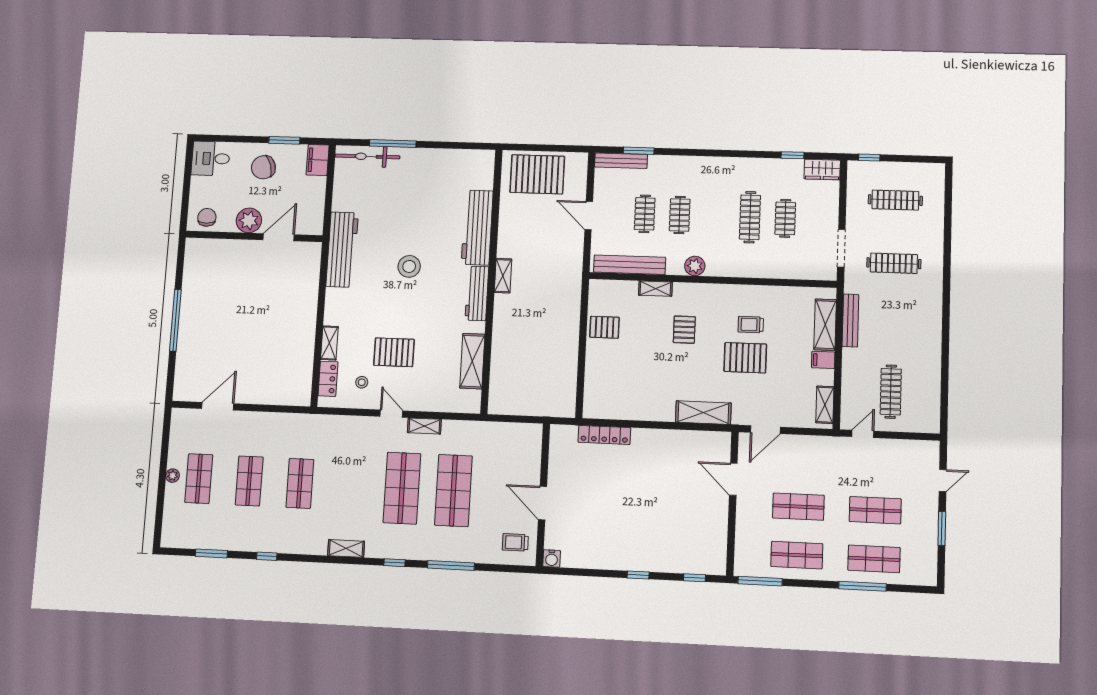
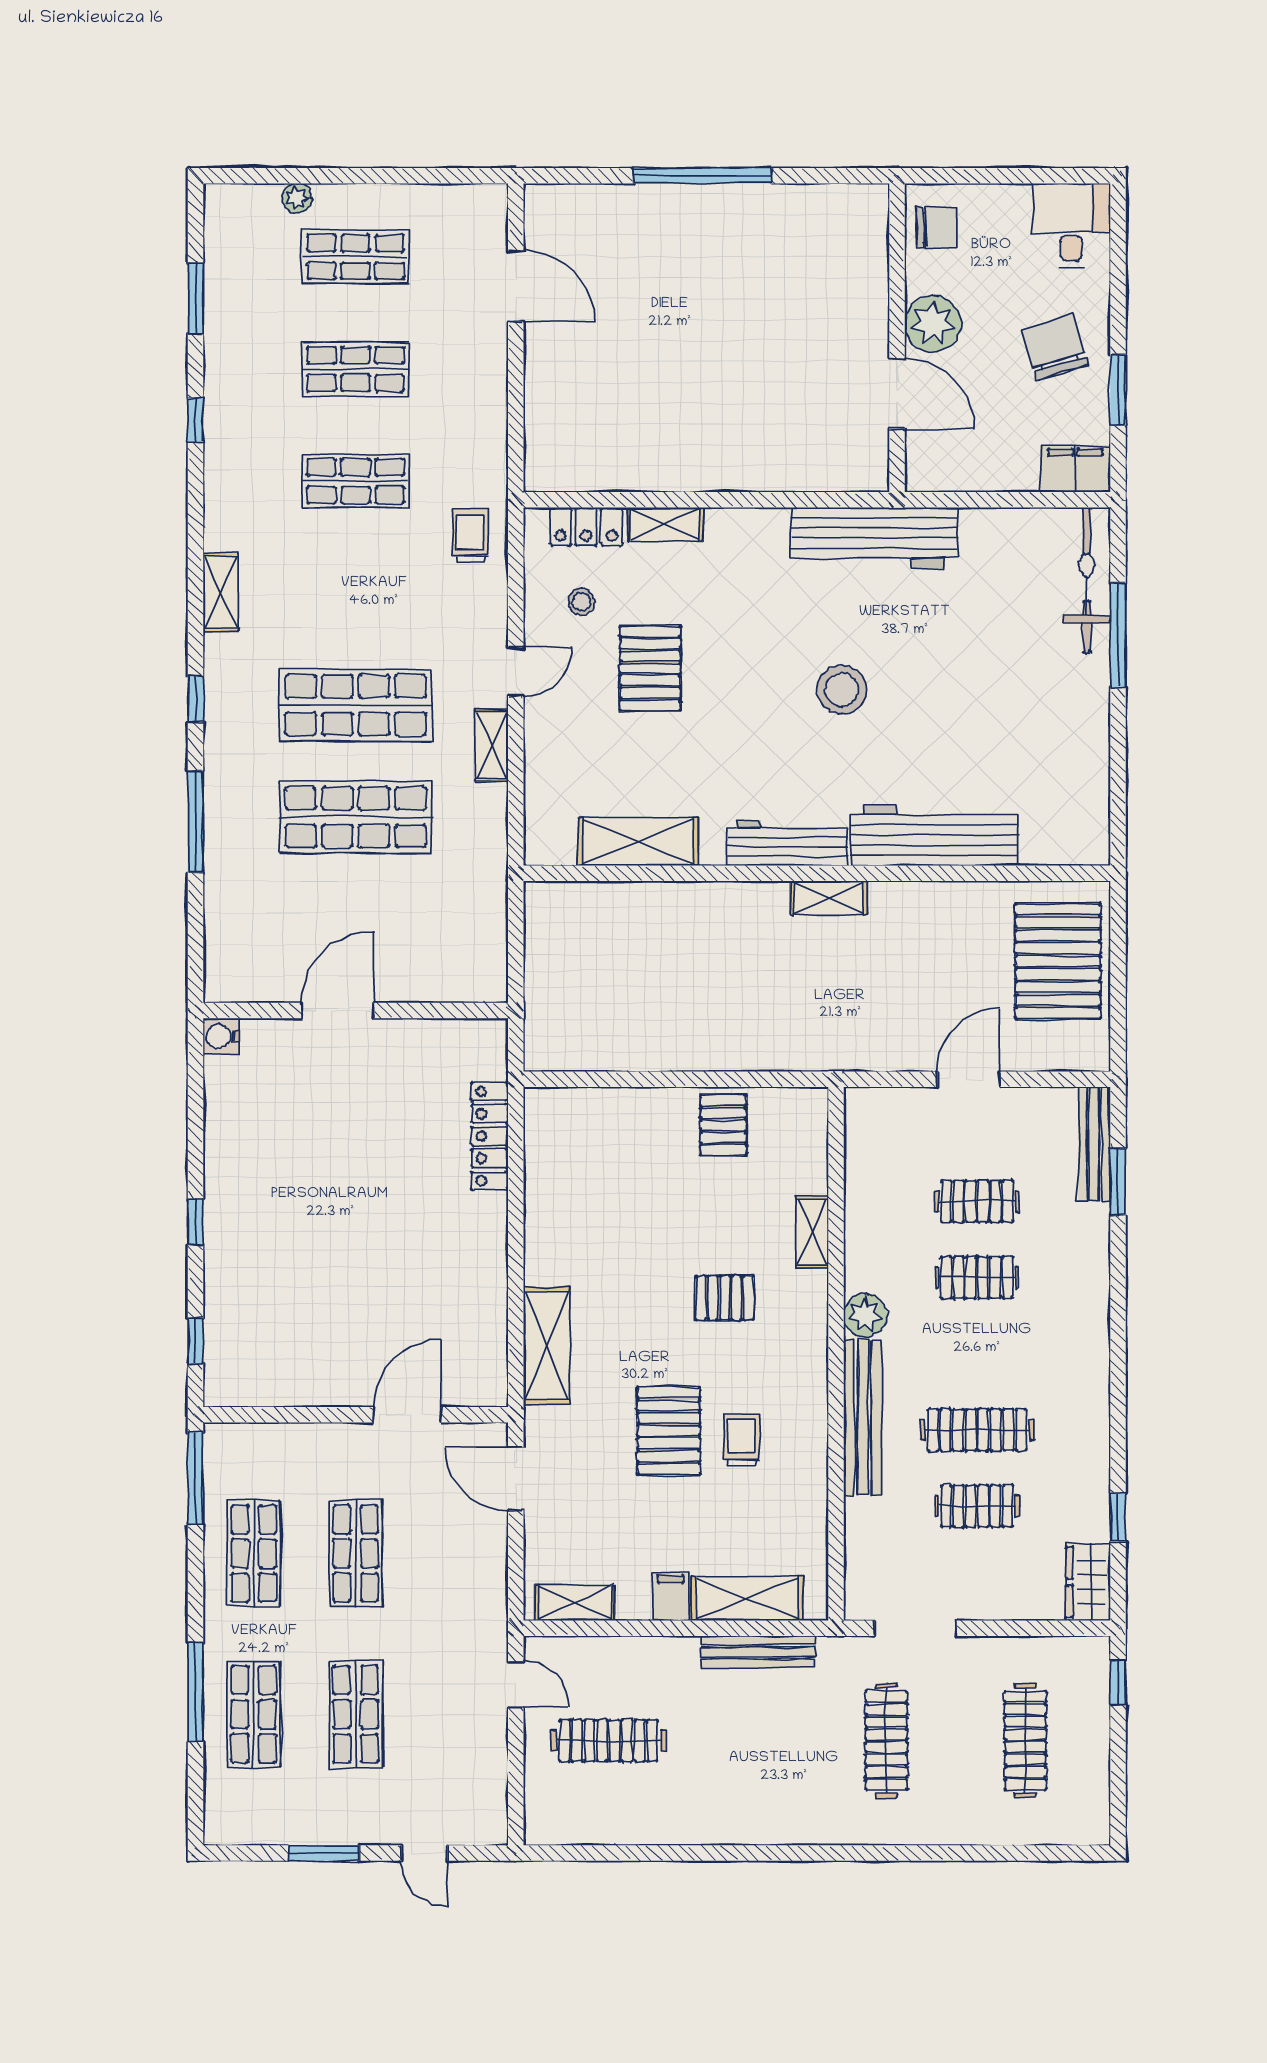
bench: (630, 265) -> (863, 1417), moved
plant: (173, 476) -> (297, 198), moved
trolley: (515, 542) -> (471, 536), moved

